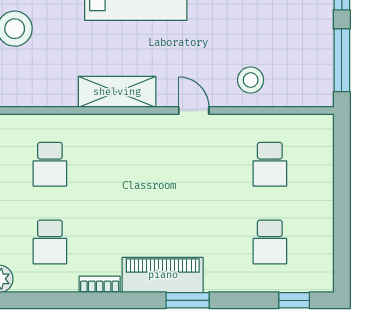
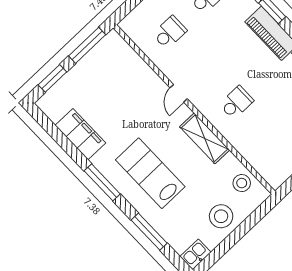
stool: (251, 80) -> (242, 183), moved
school desk: (50, 164) -> (236, 103), moved

